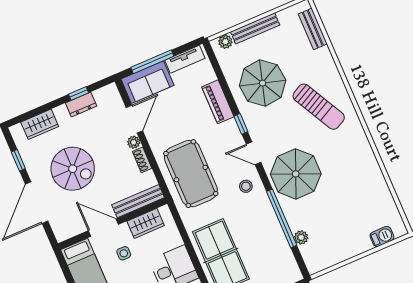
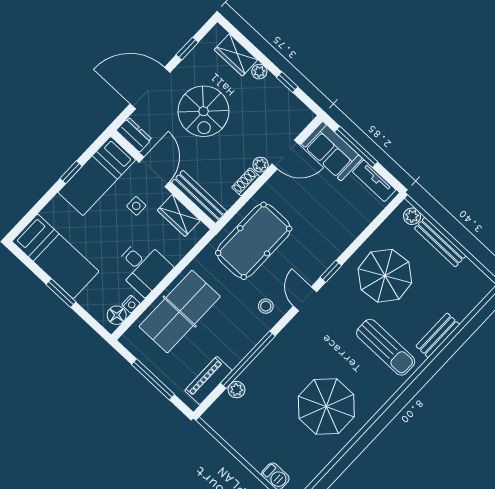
bench: (313, 29) -> (438, 335), moved
piano: (218, 102) -> (208, 380), moved
dresser: (81, 105) -> (134, 135), moved, turned 180
sun lounger: (319, 107) -> (386, 347), turned -62
plant: (61, 112) -> (259, 72), added
parasol: (296, 174) -> (326, 406), moved

